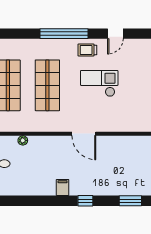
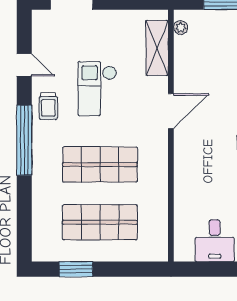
shelving: (127, 124) -> (157, 48), added
plant: (23, 140) -> (181, 27), moved

